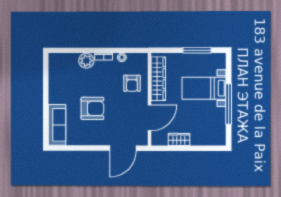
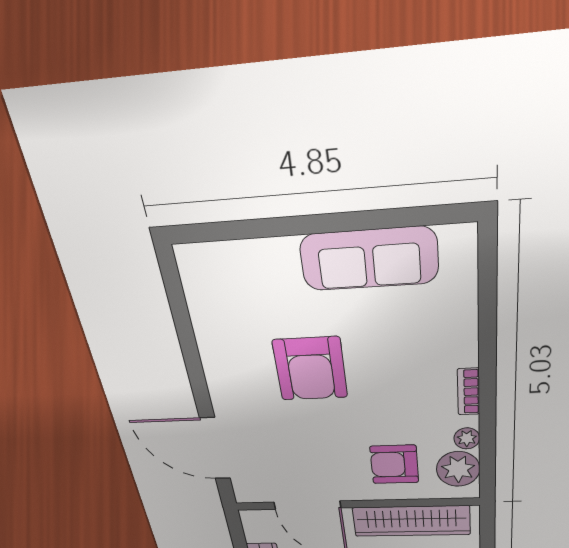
plant: (86, 61) -> (458, 469), moved
sofa: (57, 125) -> (369, 259), moved

